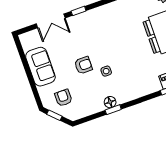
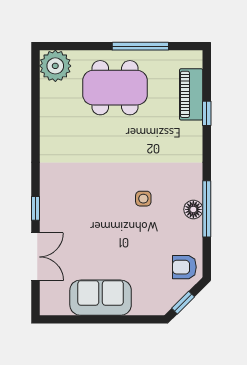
armchair: (83, 65) -> (122, 231), removed
armchair: (63, 98) -> (184, 267), moved
window: (113, 110) -> (207, 209), width x2.17

